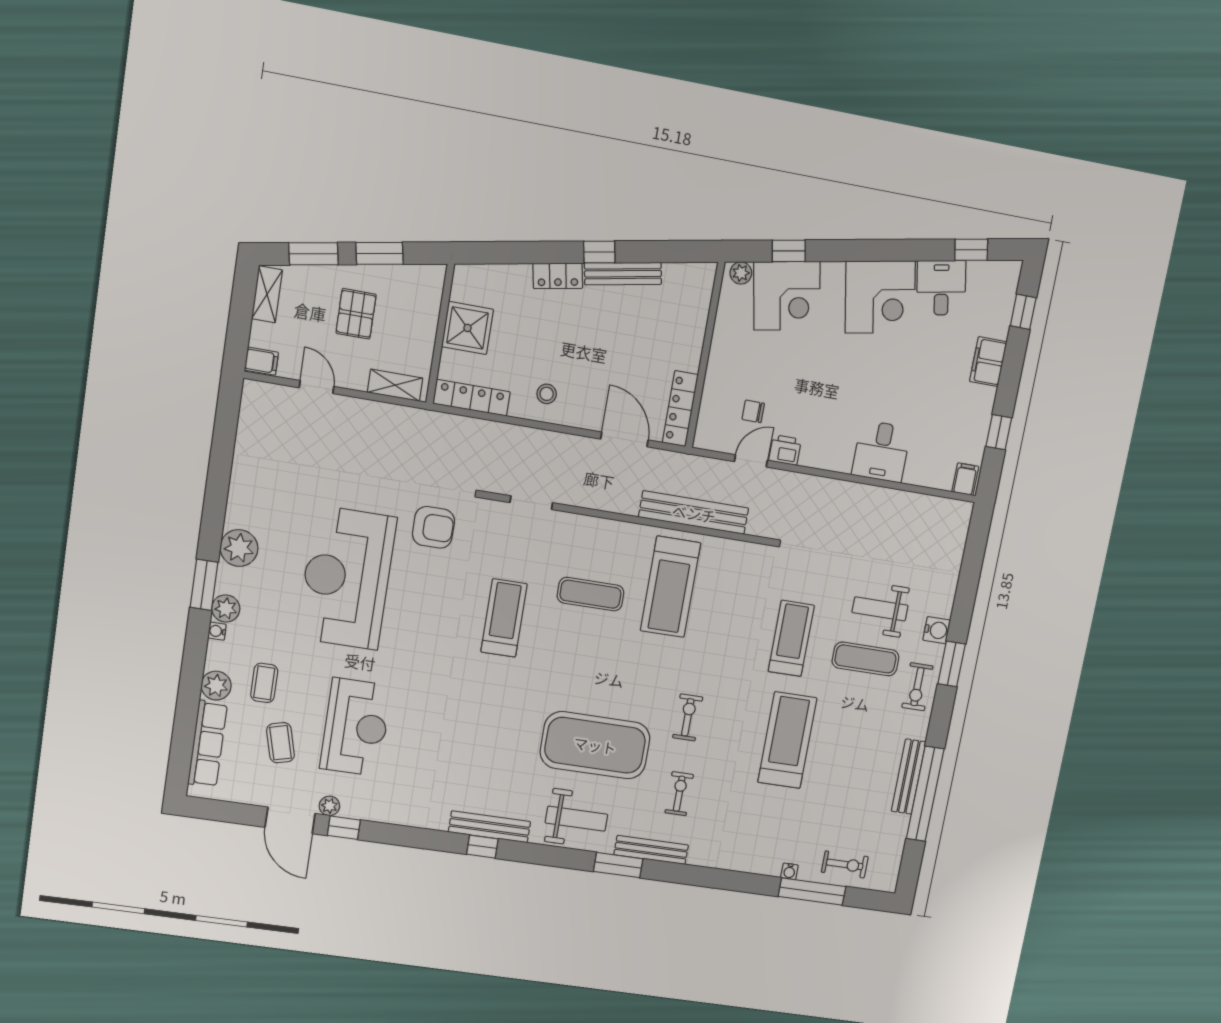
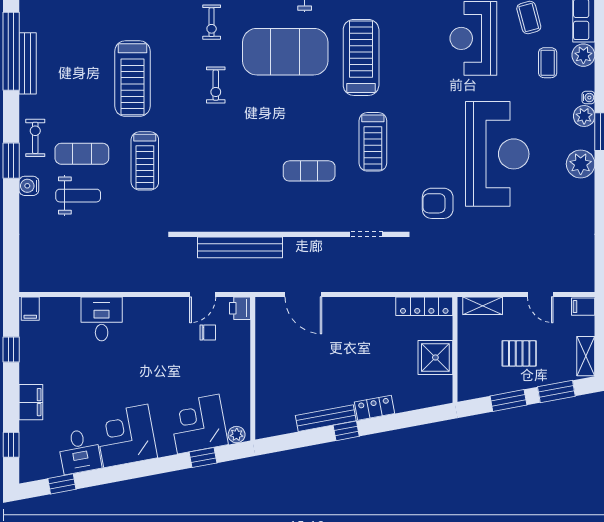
pallet: (356, 314) -> (519, 353), turned 90
stool: (547, 394) -> (368, 319), removed
locker: (680, 409) -> (265, 325), removed
printer: (785, 450) -> (240, 308), moved, turned 90
treadmill: (670, 587) -> (361, 57), moved

